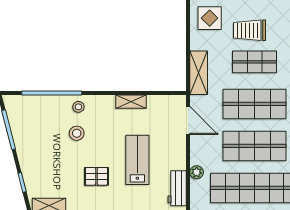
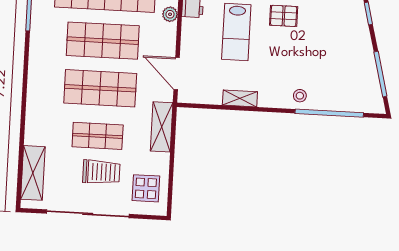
stool: (77, 133) -> (303, 66), removed

